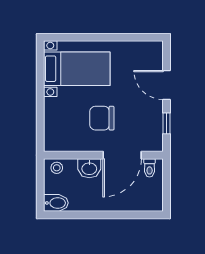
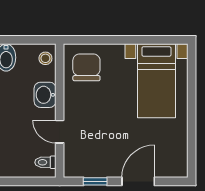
chair: (102, 118) -> (86, 67), moved
door: (122, 155) -> (60, 132), width x0.53

